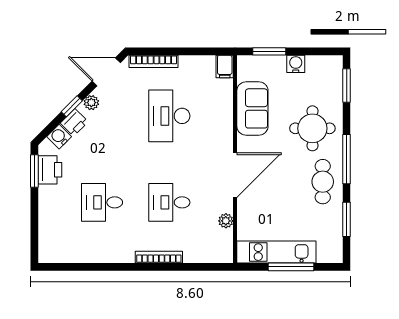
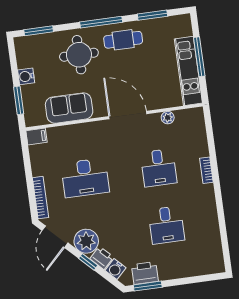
plant: (91, 103) -> (86, 241), width x1.88, depth x1.88
bookcase: (159, 257) -> (206, 170), width x0.64

